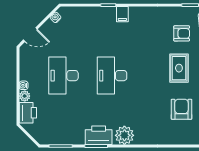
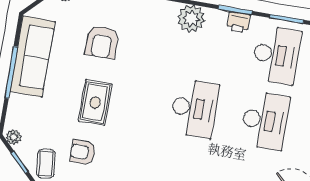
desk: (63, 121) -> (276, 55), added
printer: (99, 135) -> (238, 22), width x0.53, depth x0.68

